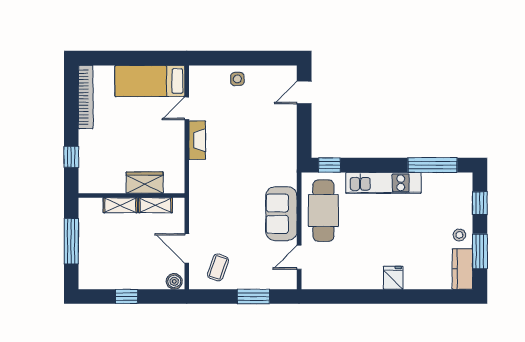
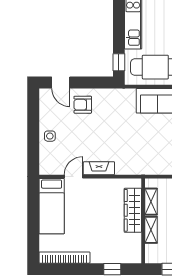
door: (187, 108) -> (73, 177), swing flipped
armchair: (276, 120) -> (83, 105), added
wardrobe: (145, 183) -> (133, 210), width x1.50

